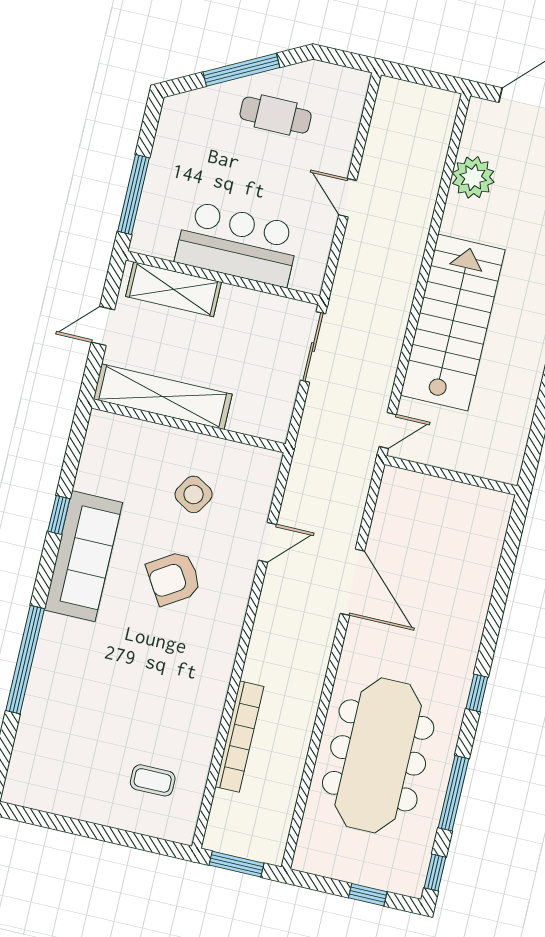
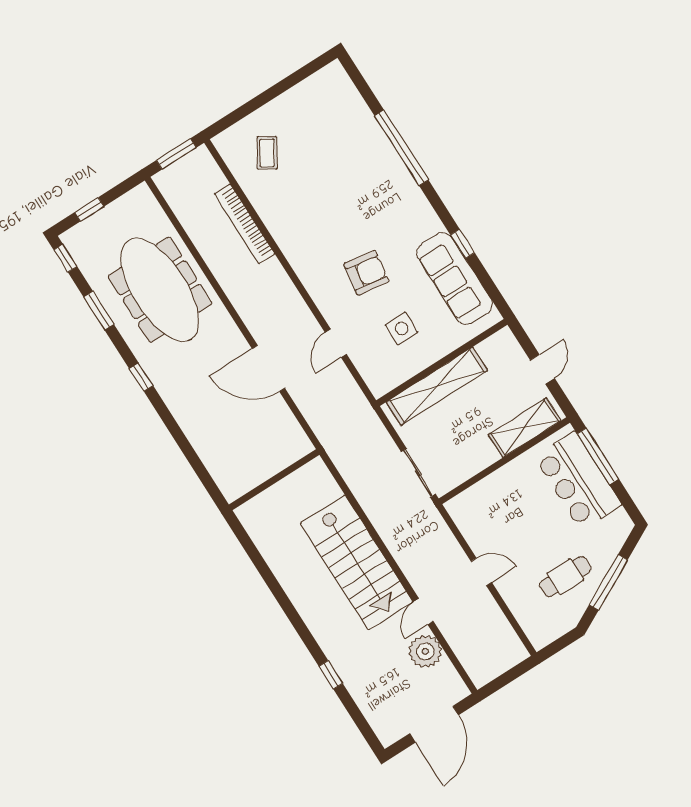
bar counter: (238, 244) -> (578, 481), moved, turned 90
shelving: (163, 397) -> (437, 386), moved
door: (388, 431) -> (423, 611), moved
side table: (194, 494) -> (402, 329), turned -31
sofa: (83, 556) -> (455, 279), moved
armchair: (174, 578) -> (366, 273), turned 41
coffee table: (153, 780) -> (267, 153), turned -58
window: (454, 793) -> (99, 311), width x0.69

